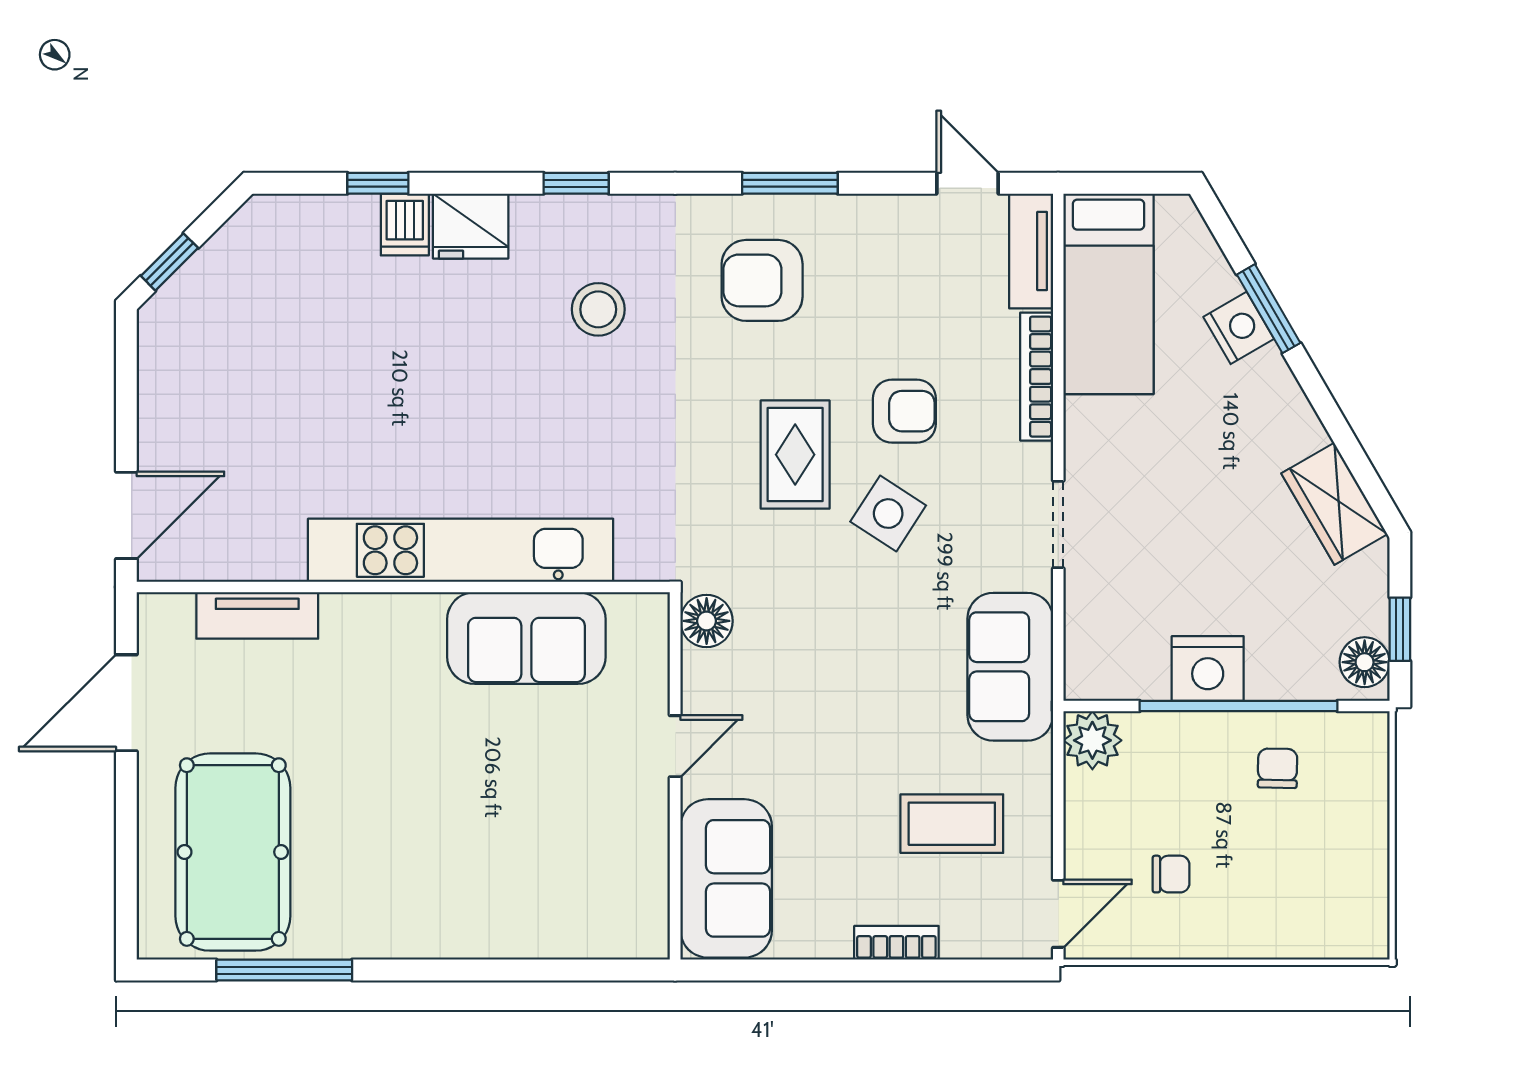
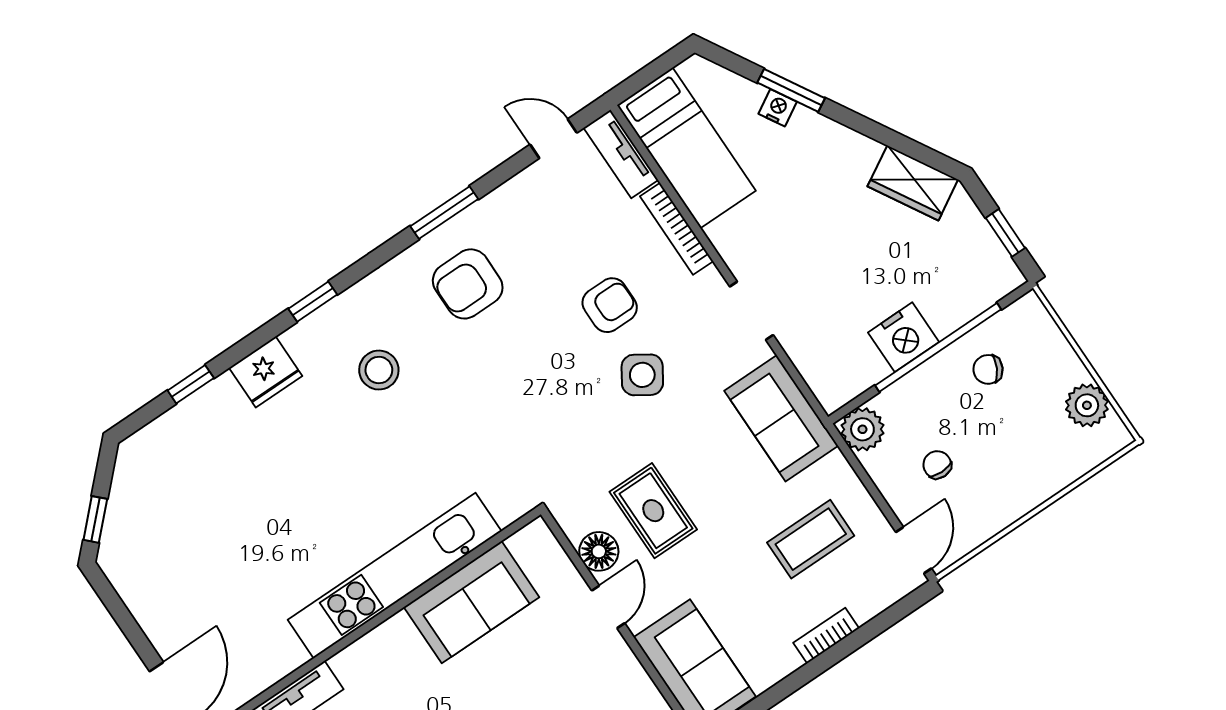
dishwasher: (405, 224) -> (225, 398), removed
nightstand: (1239, 328) -> (778, 108), width x0.72, depth x0.74
rug: (795, 455) -> (653, 511), moved
floor lamp: (707, 621) -> (599, 551), moved
floor lamp: (1365, 662) -> (997, 268), removed
chair: (1278, 768) -> (988, 369), turned -63
chair: (1171, 874) -> (937, 465), moved, turned -90
plant: (1361, 883) -> (1087, 405), added

